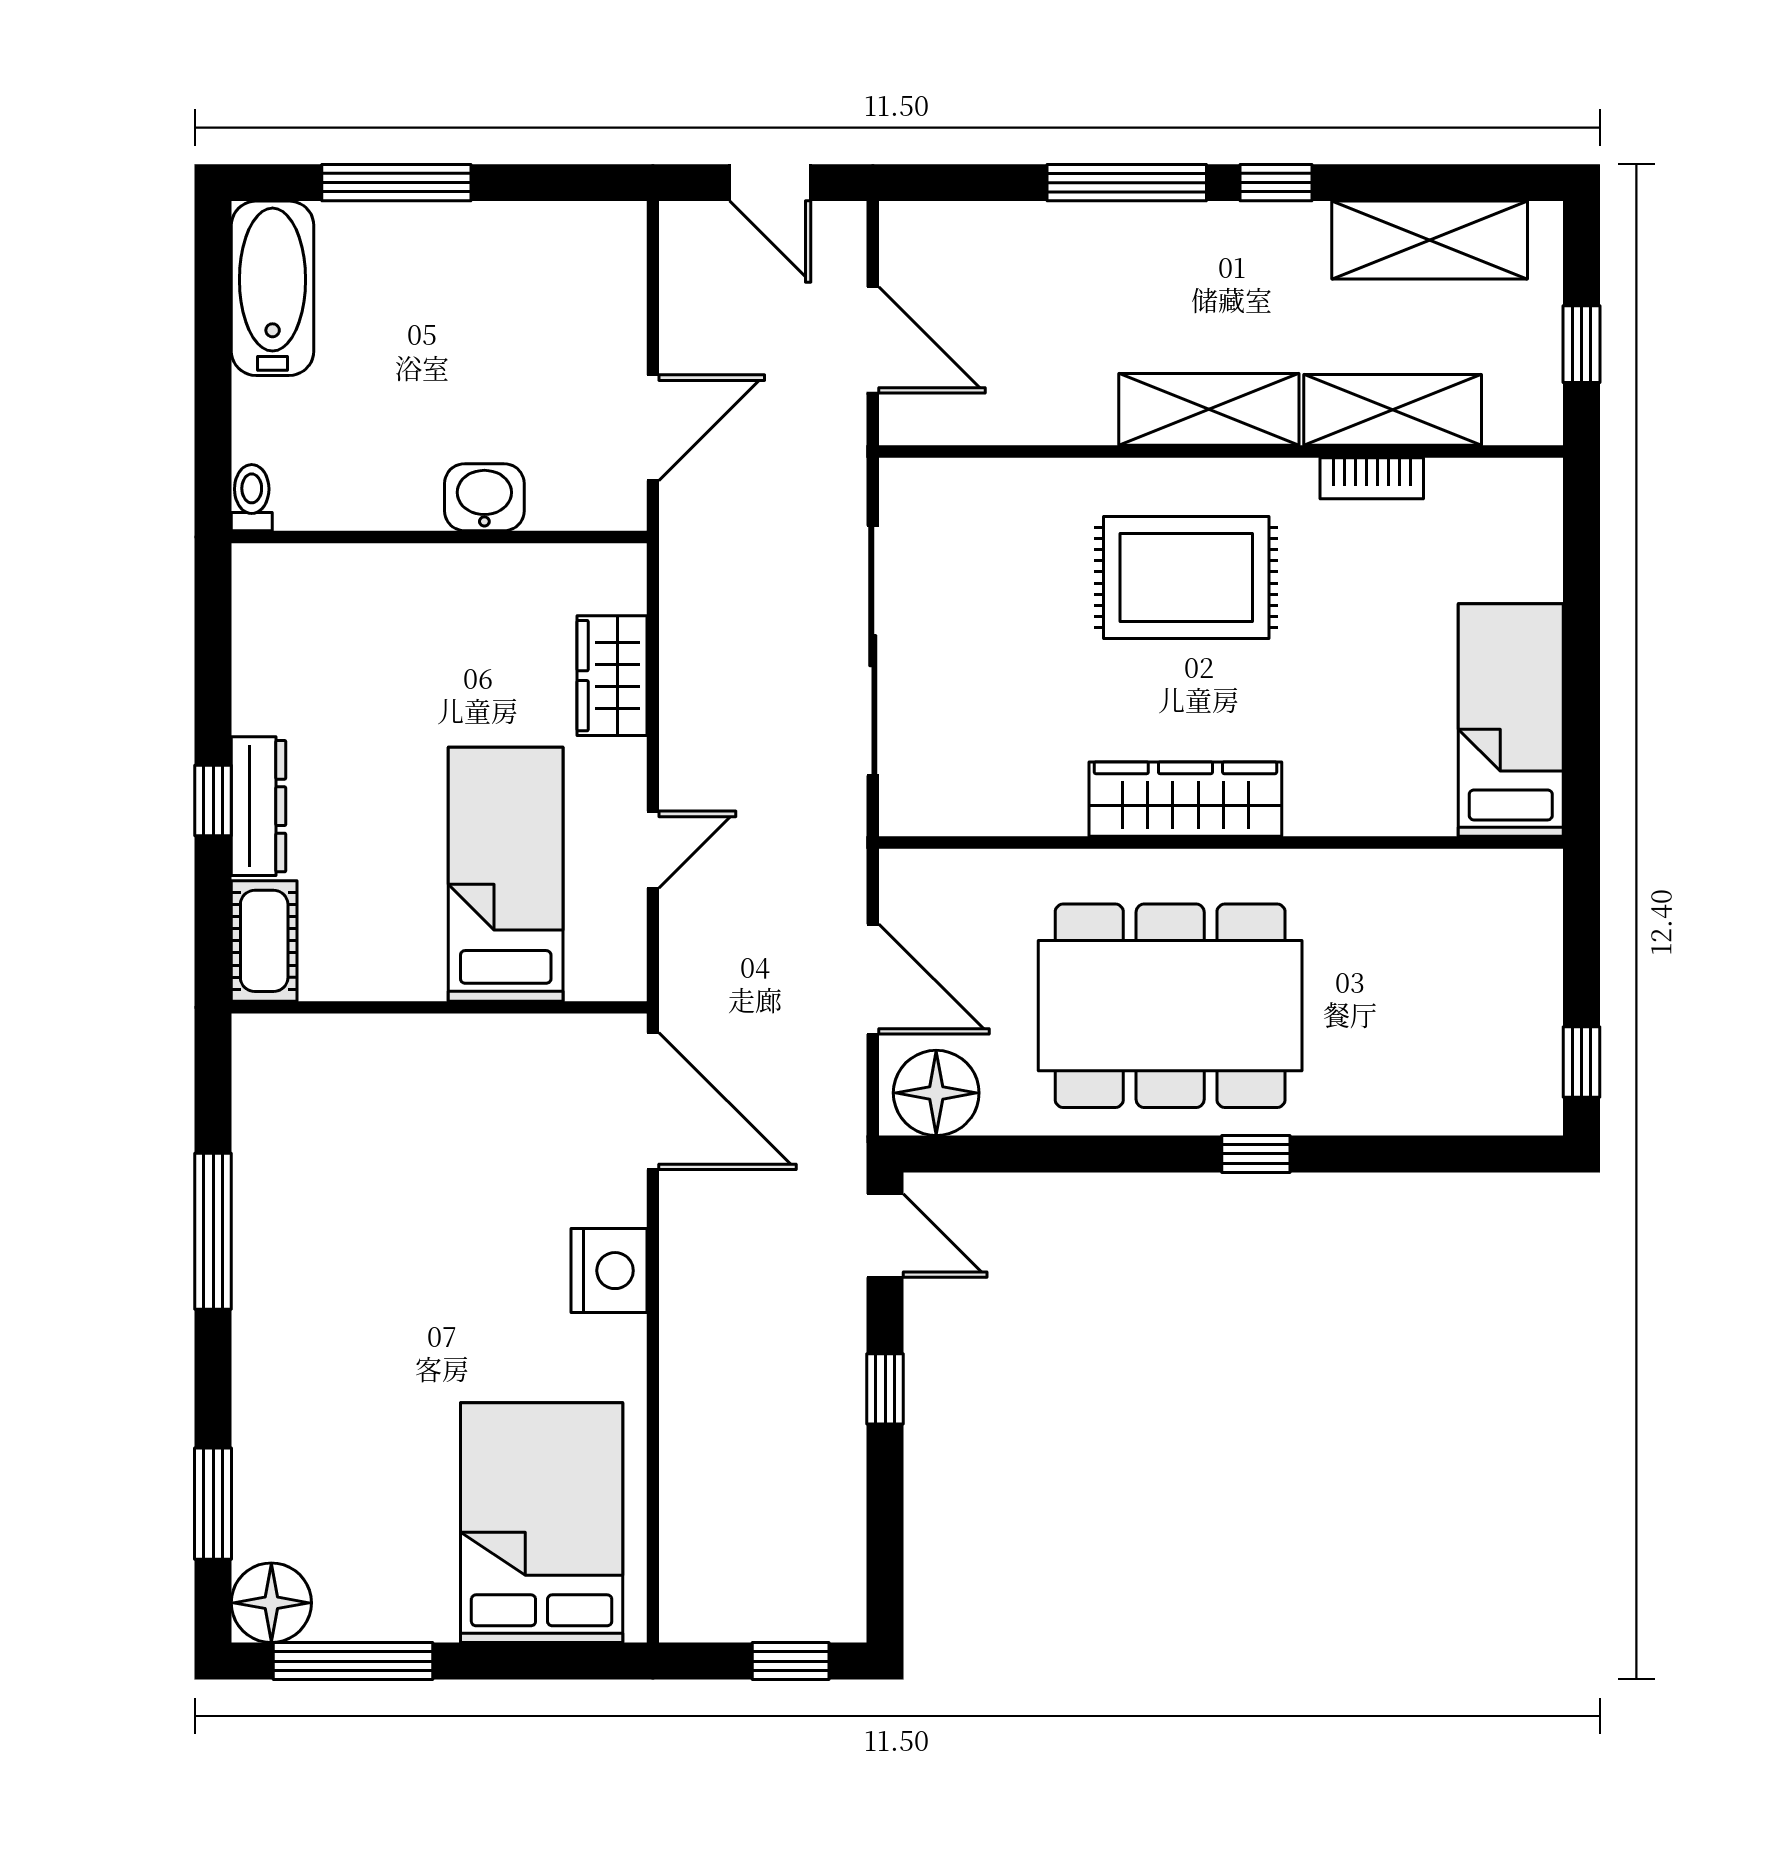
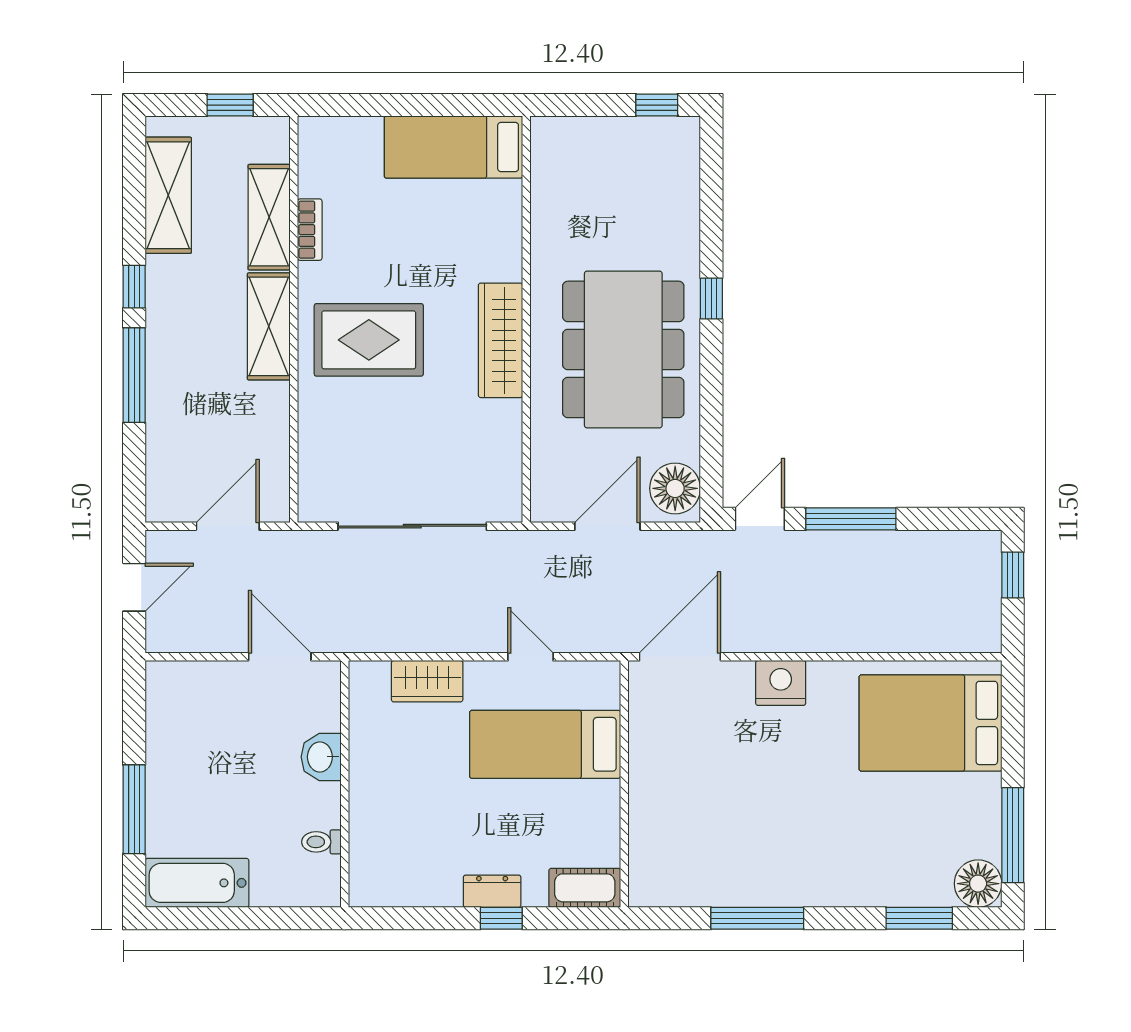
toilet: (252, 498) -> (321, 842), moved
rug: (1186, 577) -> (369, 340), turned 90
dresser: (259, 806) -> (492, 891), width x0.70
window: (885, 1389) -> (851, 519), width x2.17

